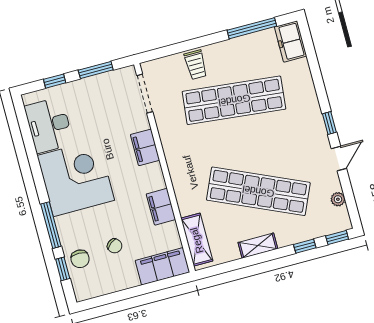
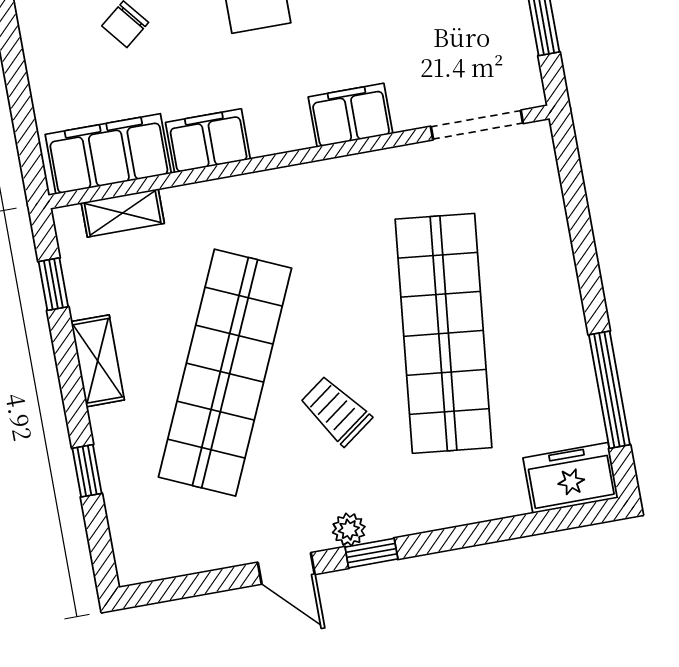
trolley: (196, 65) -> (336, 411), moved, turned 54
plant: (338, 199) -> (349, 530), moved
window: (337, 238) -> (53, 284), moved
shelving: (197, 240) -> (123, 213), width x0.67, depth x0.75
filing cabinet: (162, 266) -> (108, 154), moved, turned -90

